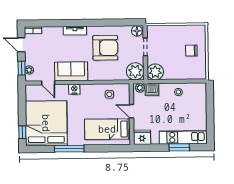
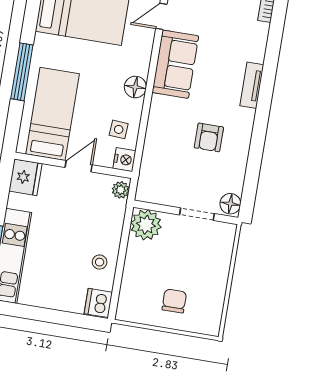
armchair: (105, 48) -> (209, 137), width x0.53, depth x0.53
plant: (135, 71) -> (154, 187), removed
nightstand: (74, 89) -> (124, 160), moved
floor lamp: (86, 90) -> (135, 87), added
dishwasher: (152, 90) -> (98, 303), moved
window: (69, 149) -> (22, 72), moved

